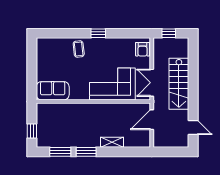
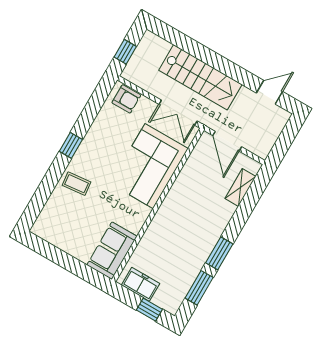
freezer: (43, 118) -> (141, 284), added
shelving: (112, 142) -> (240, 187), moved

